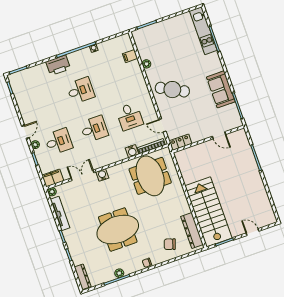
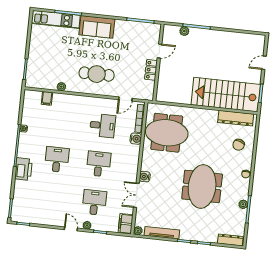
sofa: (221, 89) -> (97, 27), moved
cafe table: (172, 90) -> (97, 74), turned 62
locker: (180, 142) -> (151, 70), moved
plant: (247, 149) -> (184, 31), added

